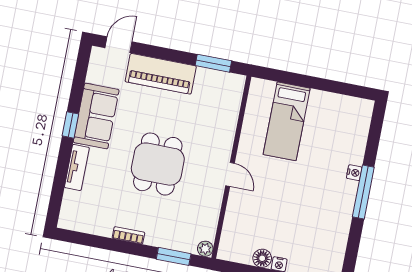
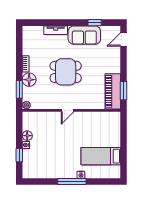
door: (118, 45) -> (124, 39), swing flipped
piano: (161, 74) -> (113, 91), moved
bed: (287, 121) -> (101, 156), moved
window: (70, 125) -> (95, 23), moved
floor lamp: (159, 235) -> (29, 80), added

